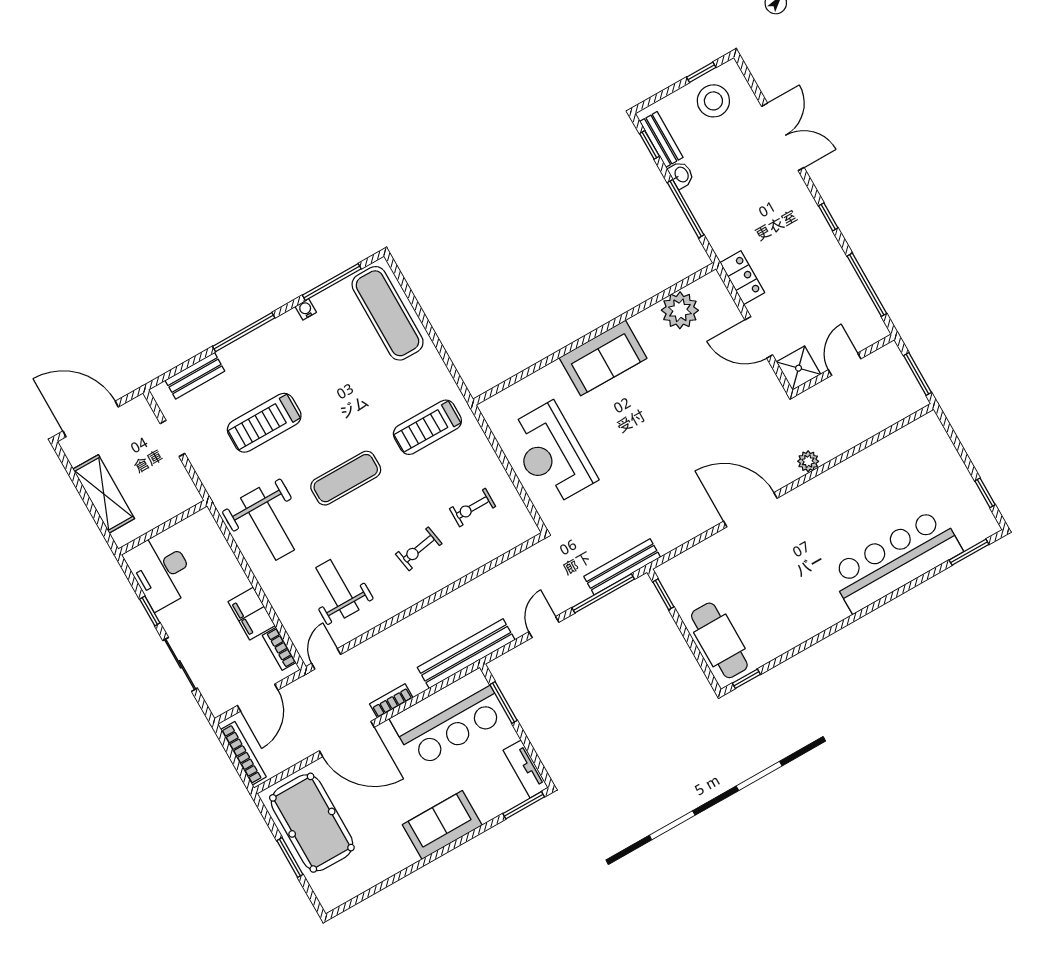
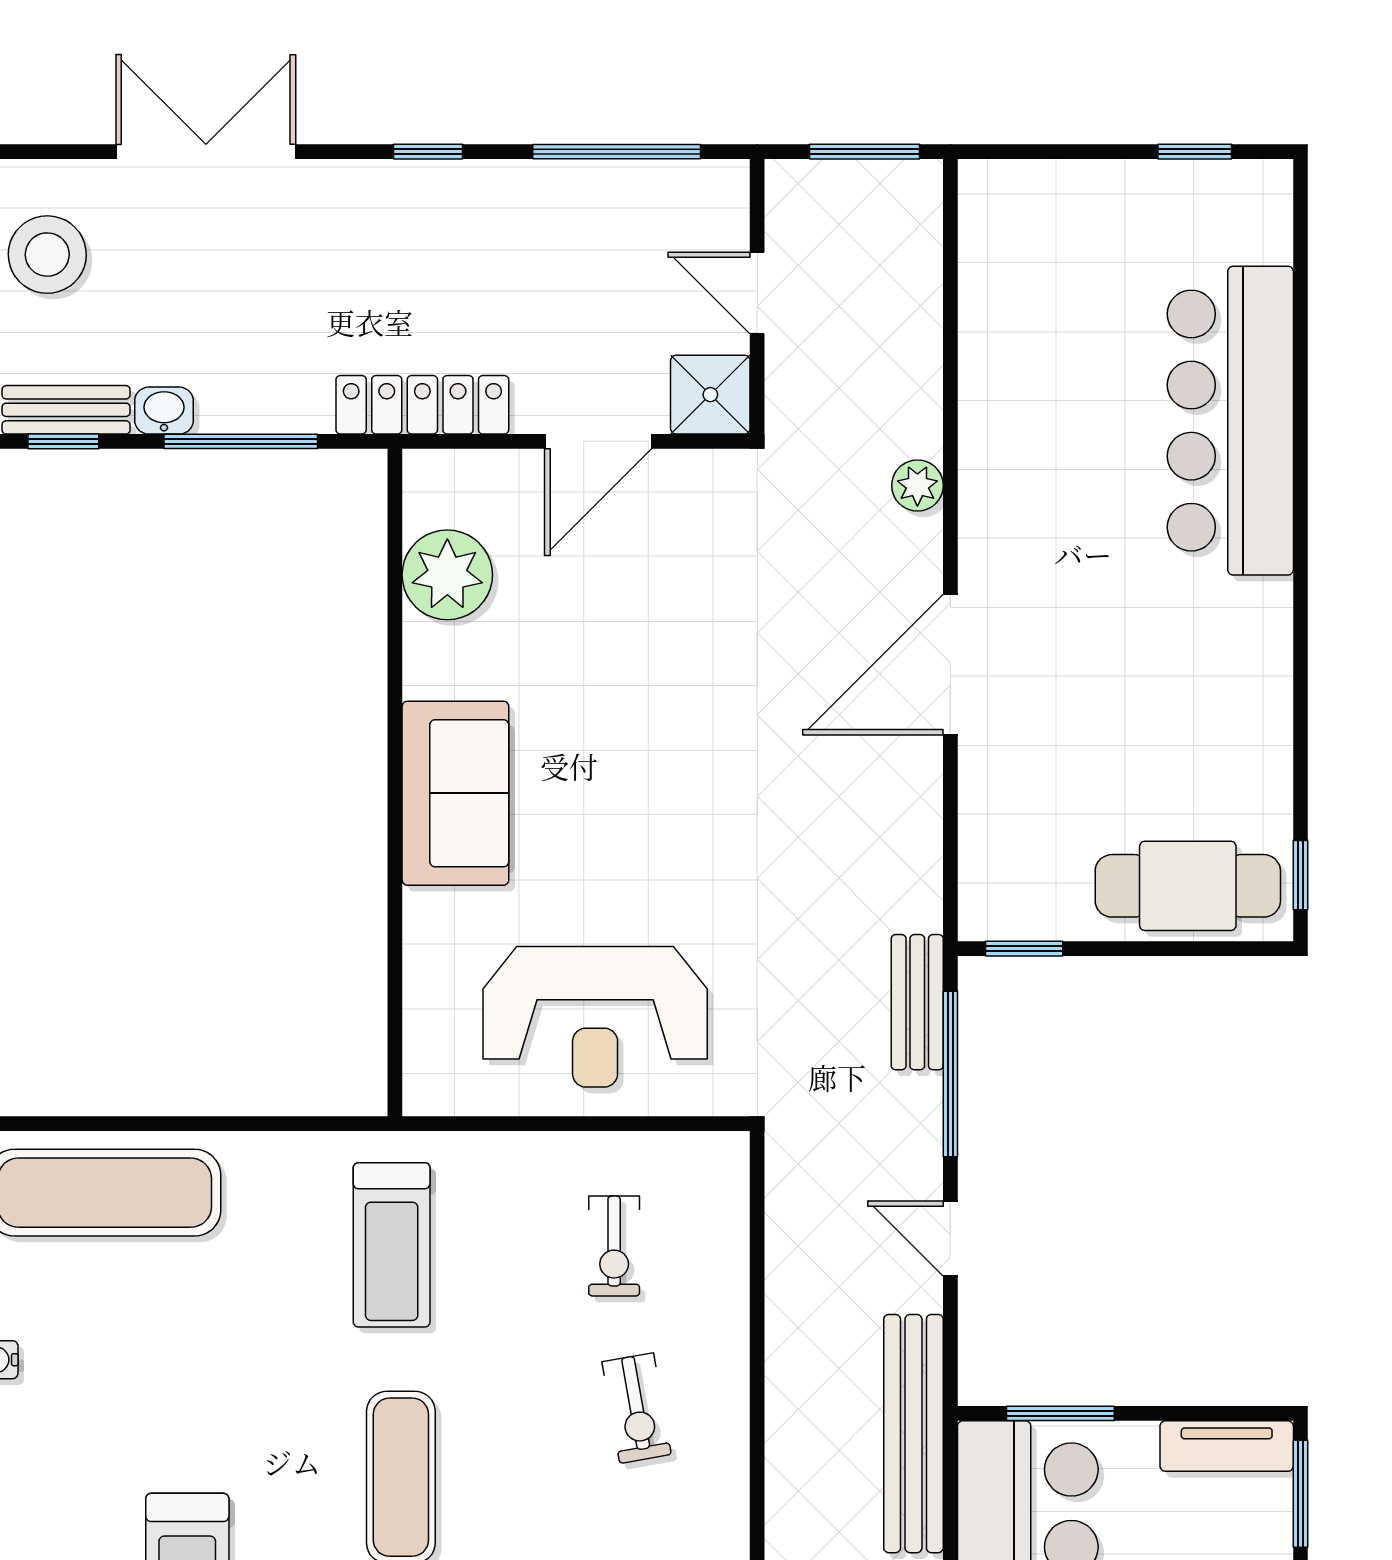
locker: (742, 278) -> (422, 405), width x1.53
window: (969, 552) -> (1301, 256), removed
bench: (622, 567) -> (917, 1002), width x0.73

